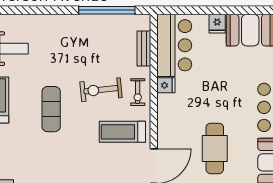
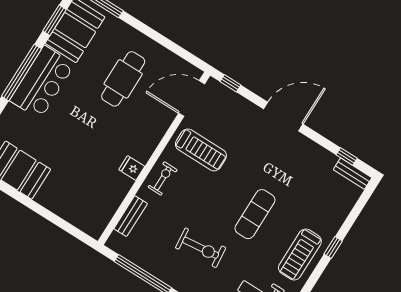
fridge: (217, 24) -> (46, 196), removed
bar counter: (174, 45) -> (100, 201), removed
exercise bike: (101, 90) -> (201, 248), moved

